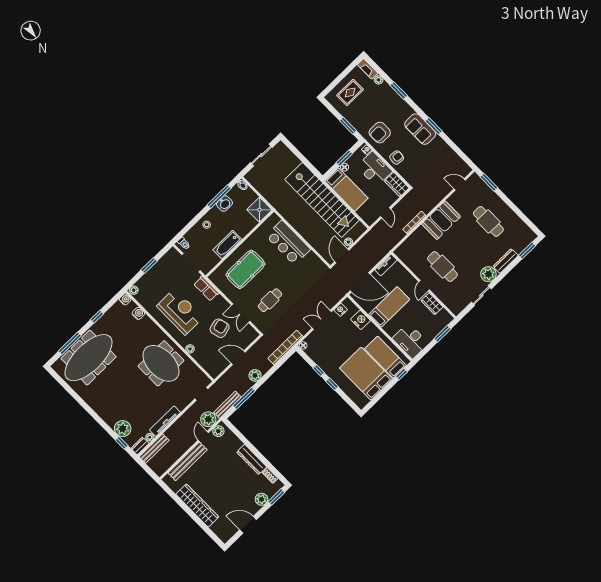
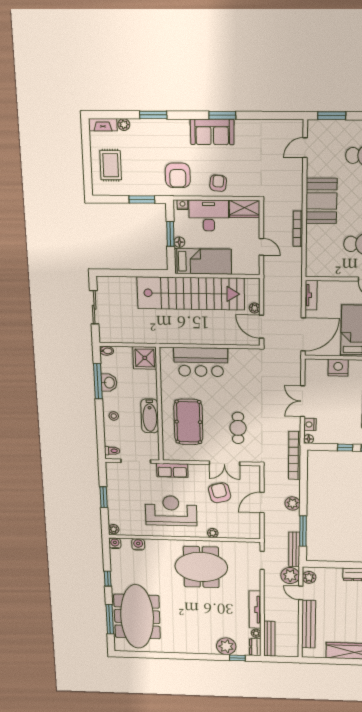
nightstand: (341, 310) -> (310, 424), moved

